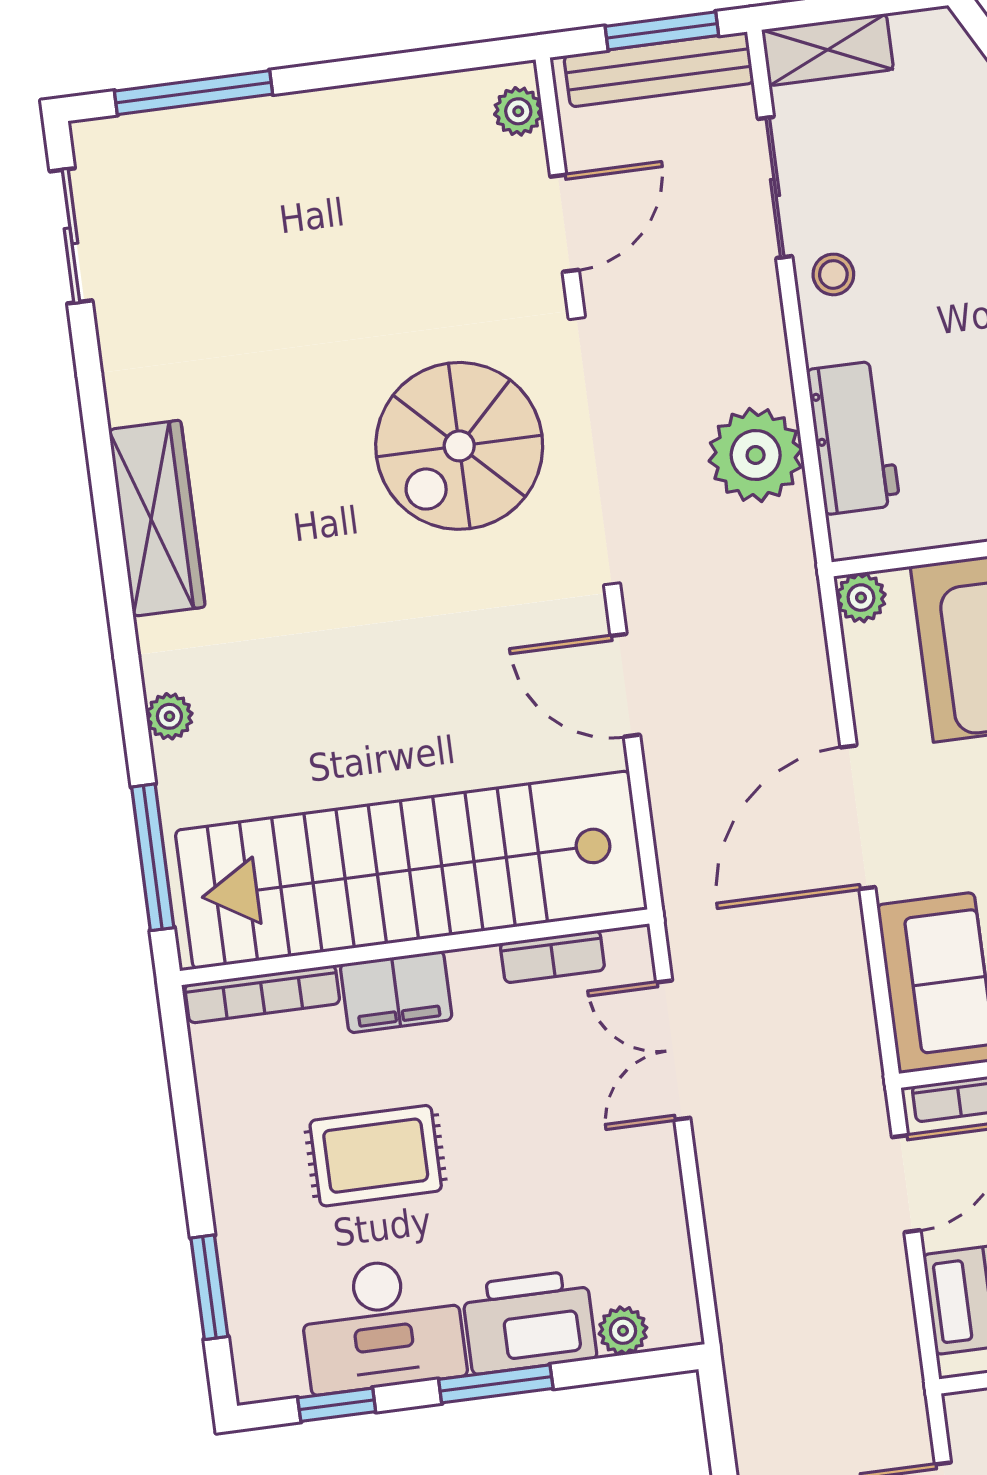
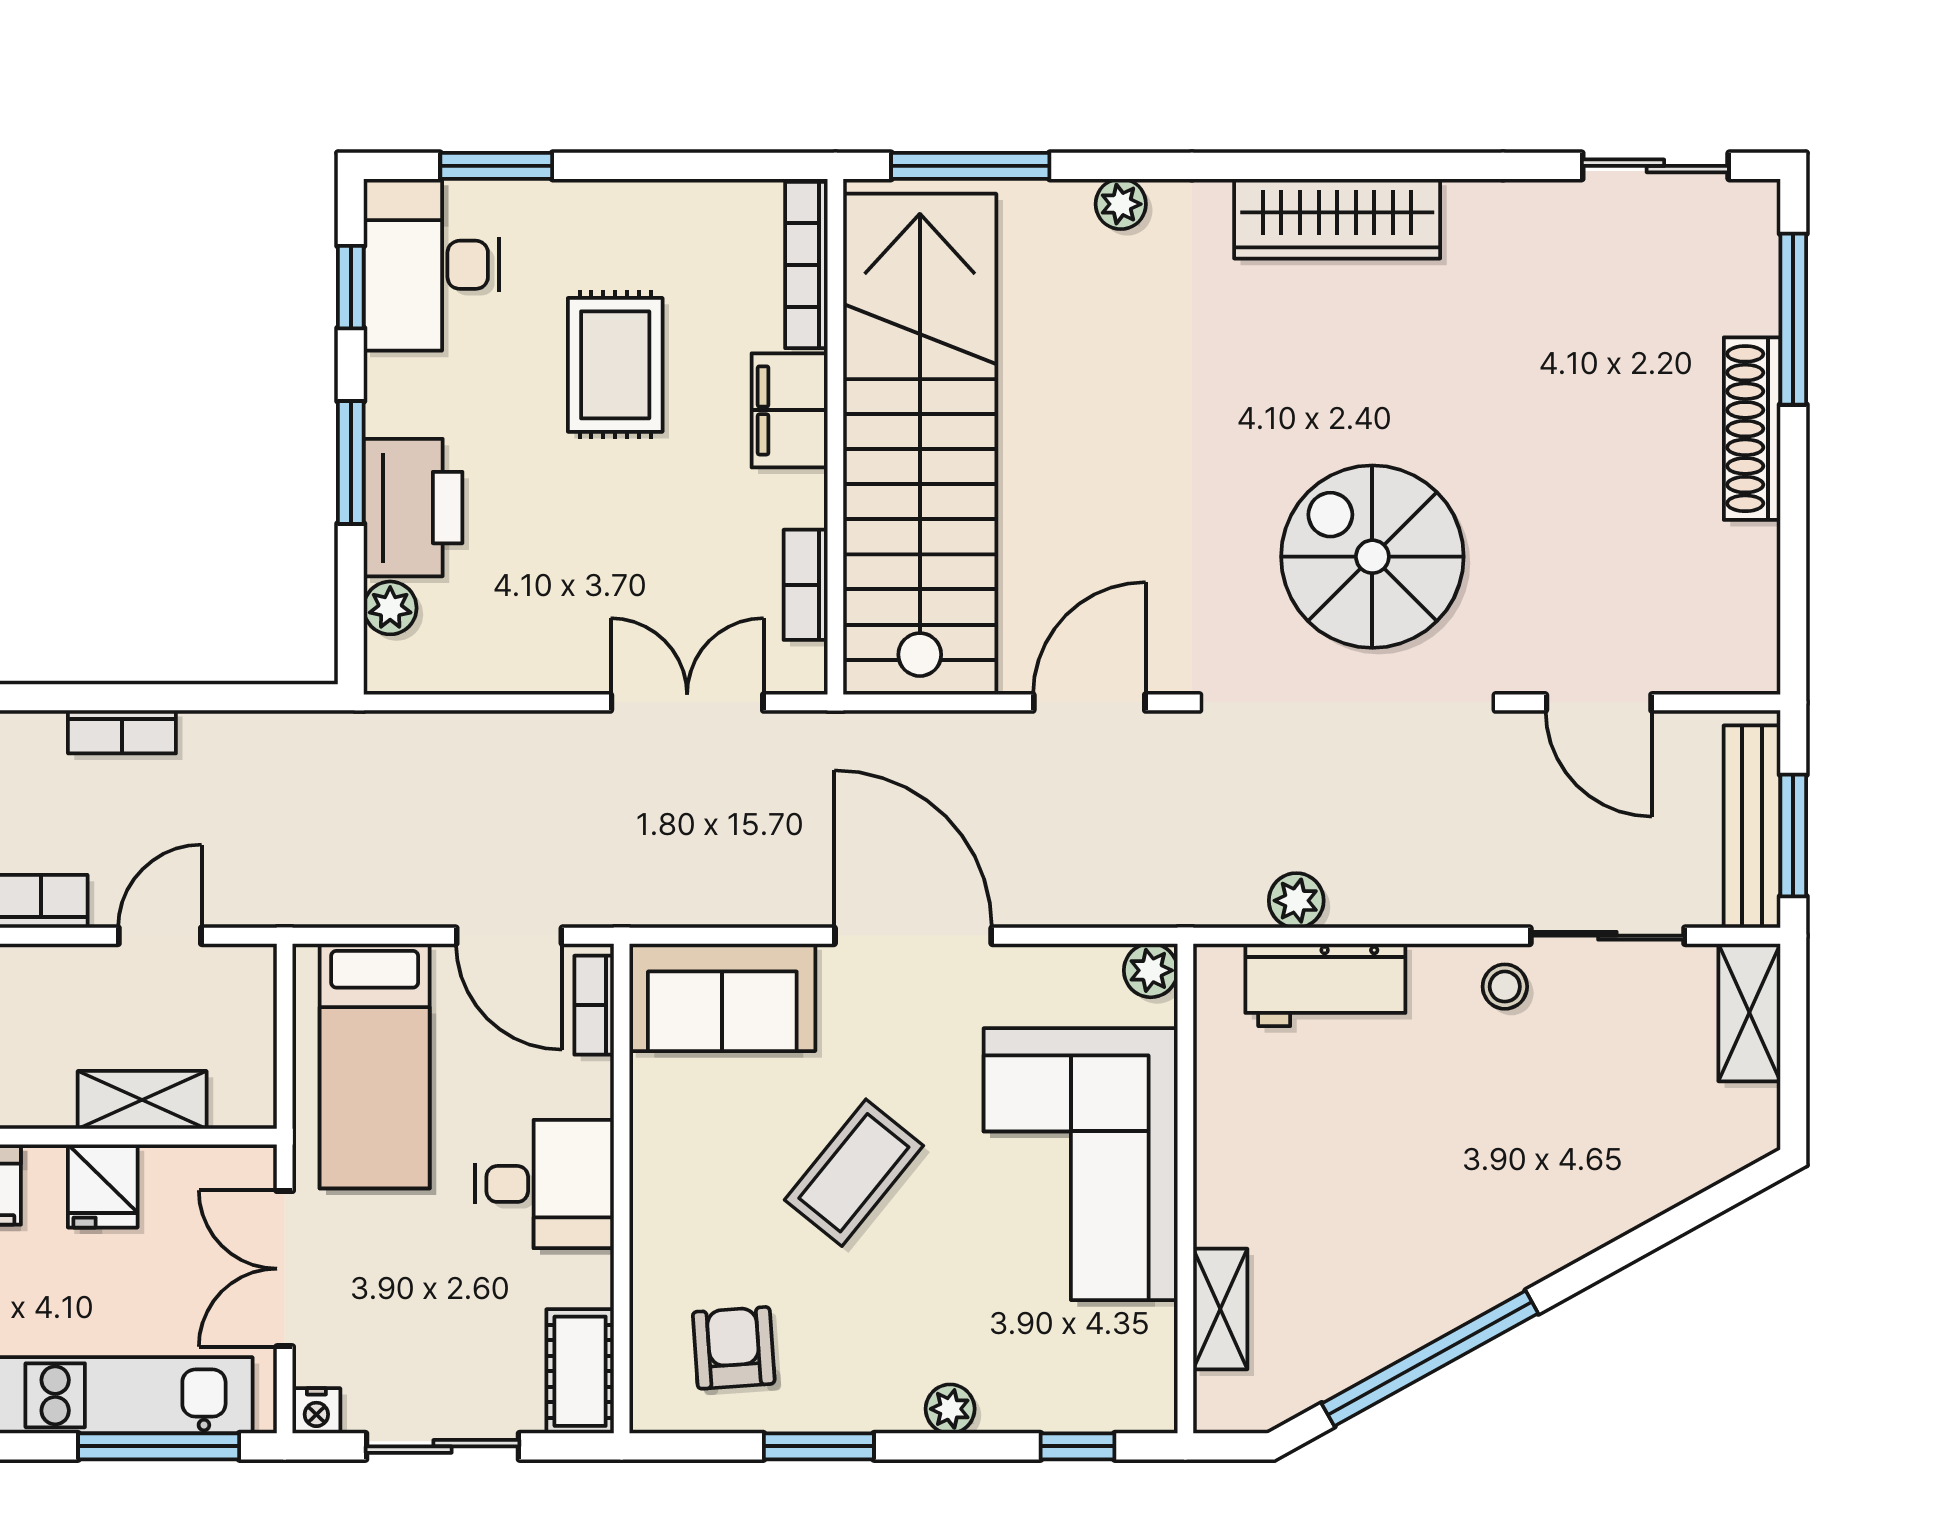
plant: (518, 111) -> (1727, 668), removed
shoe rack: (298, 117) -> (1752, 429), added
plant: (756, 455) -> (1296, 901), width x0.53, depth x0.53
desk: (382, 1325) -> (431, 265), moved

